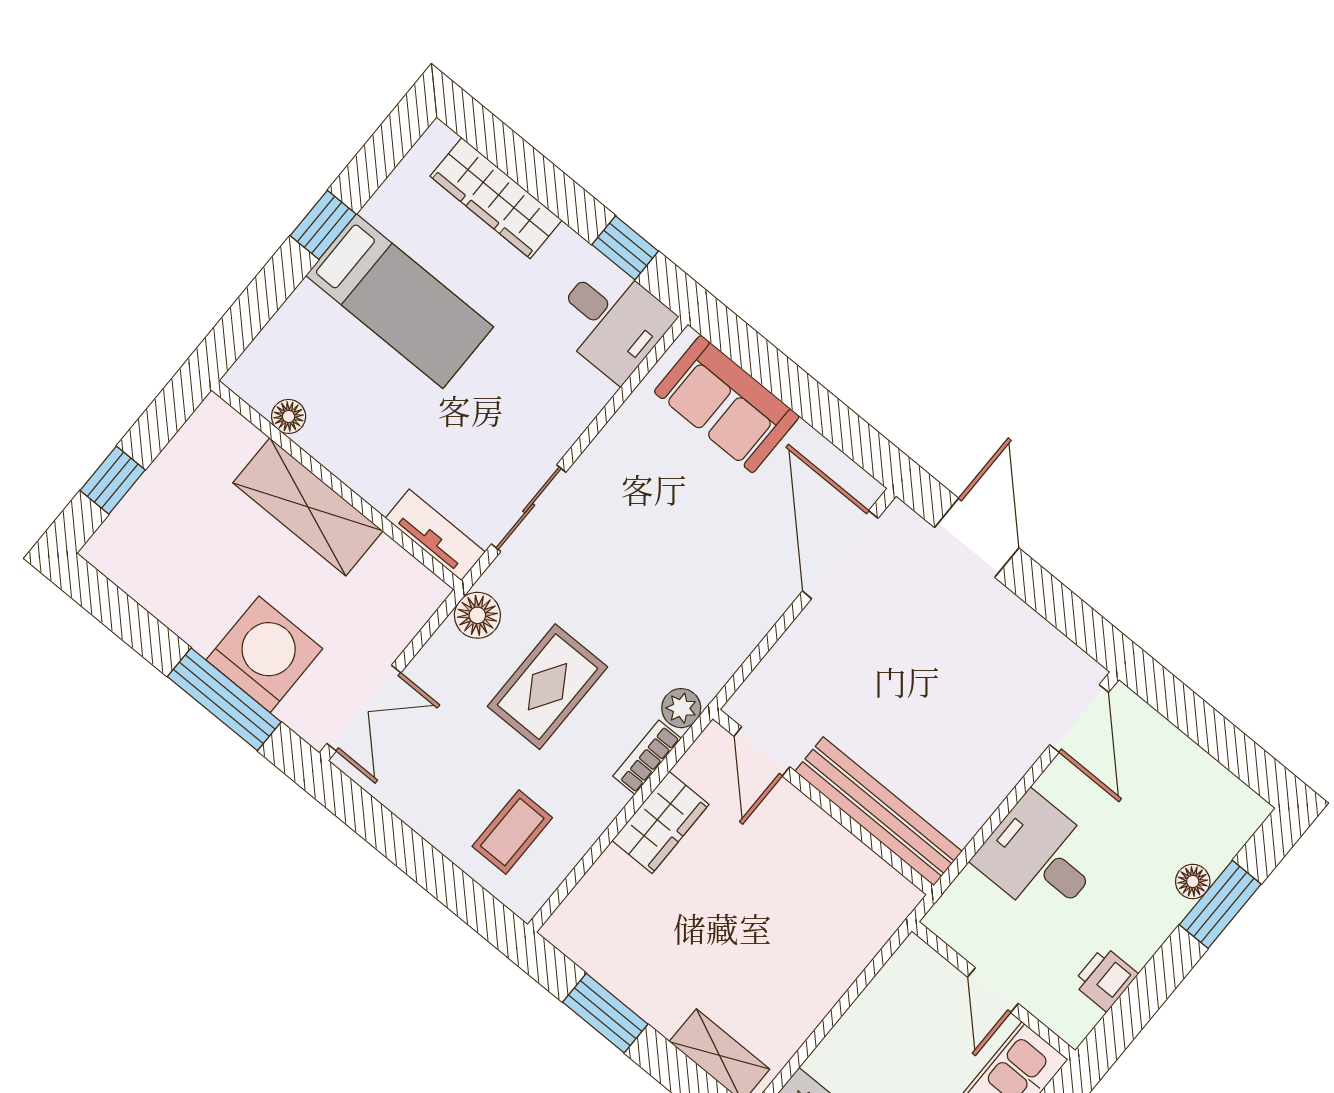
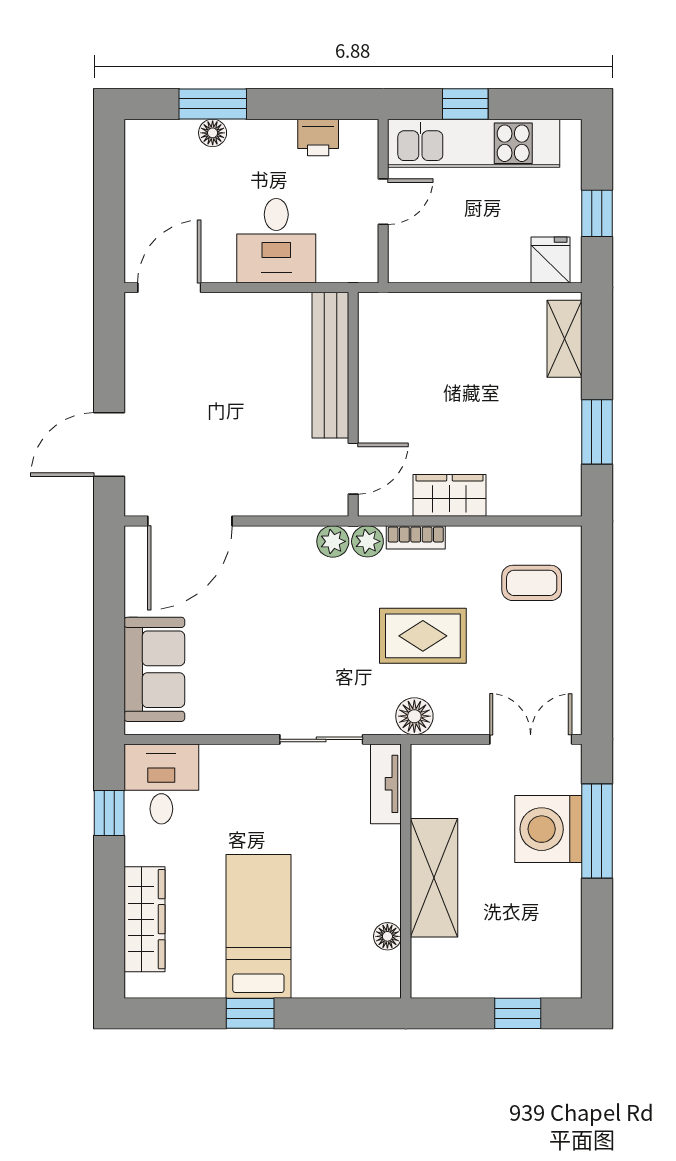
plant: (708, 675) -> (333, 541), added

